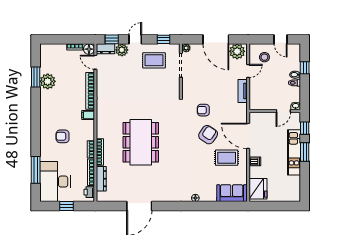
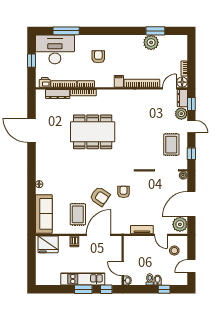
sofa: (232, 193) -> (44, 214), width x1.36

